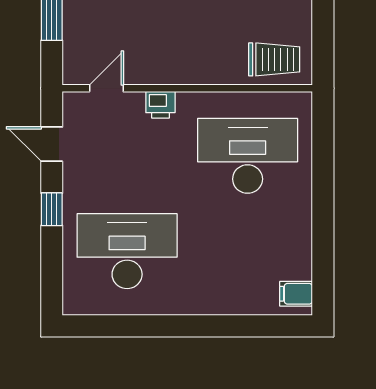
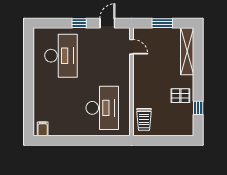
printer: (160, 105) -> (124, 70), removed

